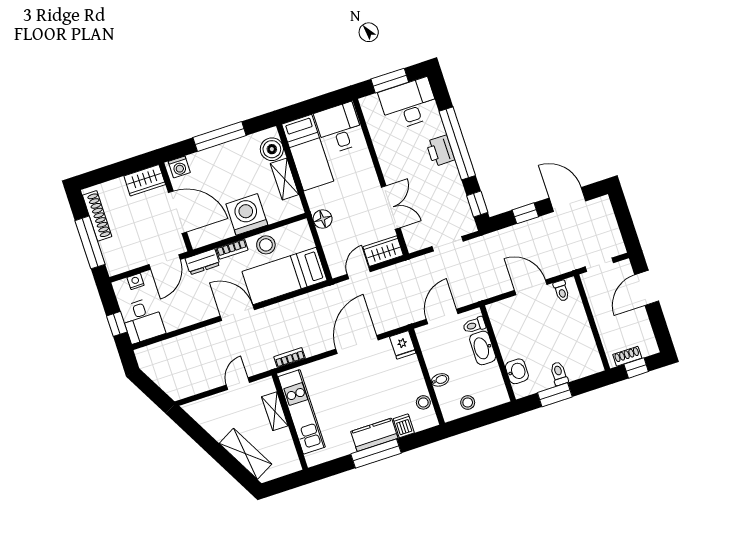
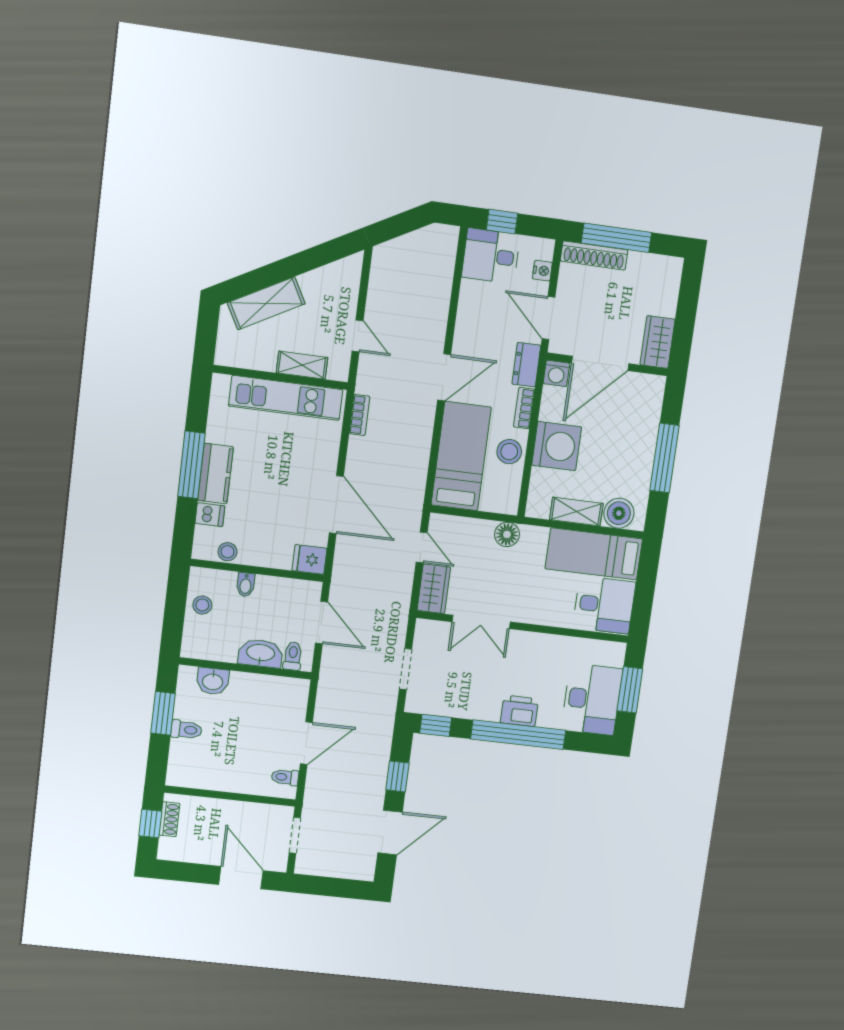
washing machine: (179, 167) -> (556, 373), moved, turned -90
shoe rack: (97, 216) -> (594, 256), moved

